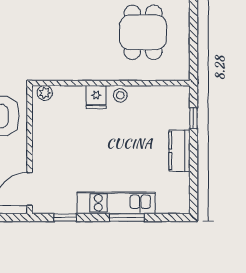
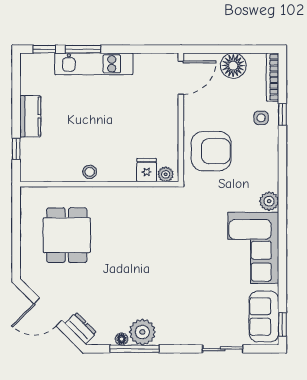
fridge: (96, 97) -> (147, 170), moved
window: (65, 217) -> (44, 49), moved

